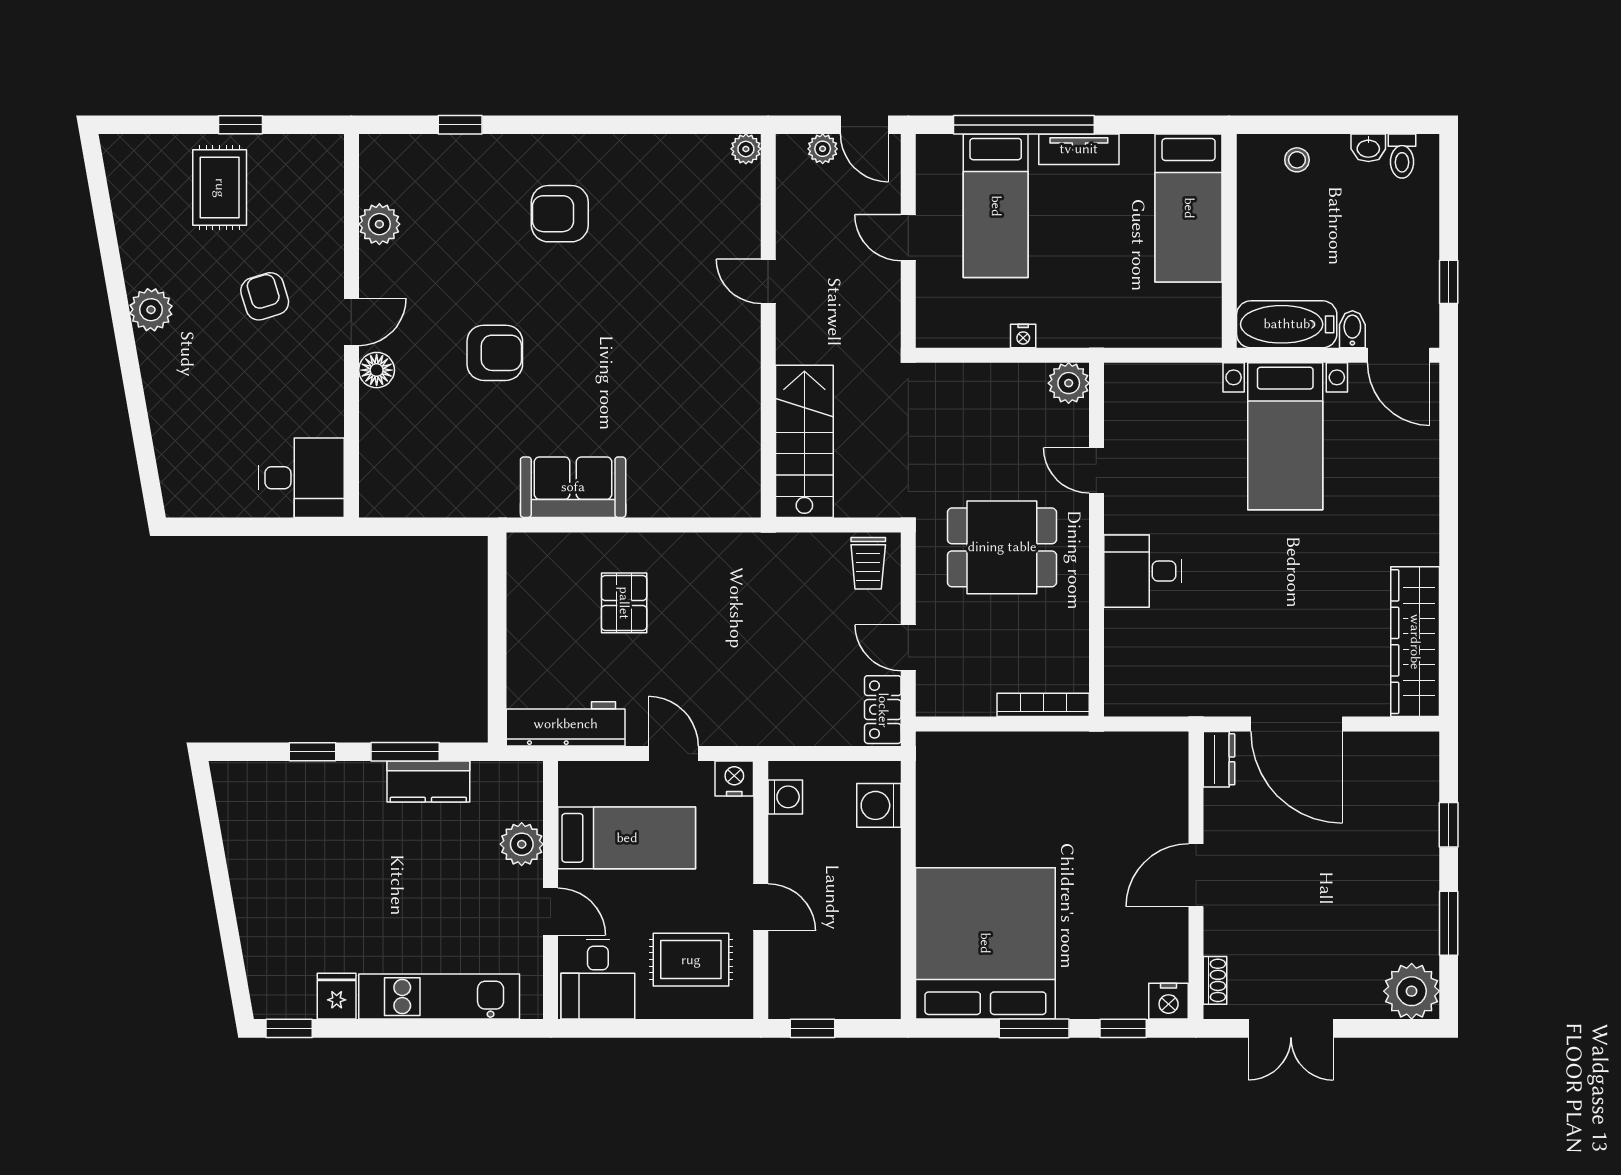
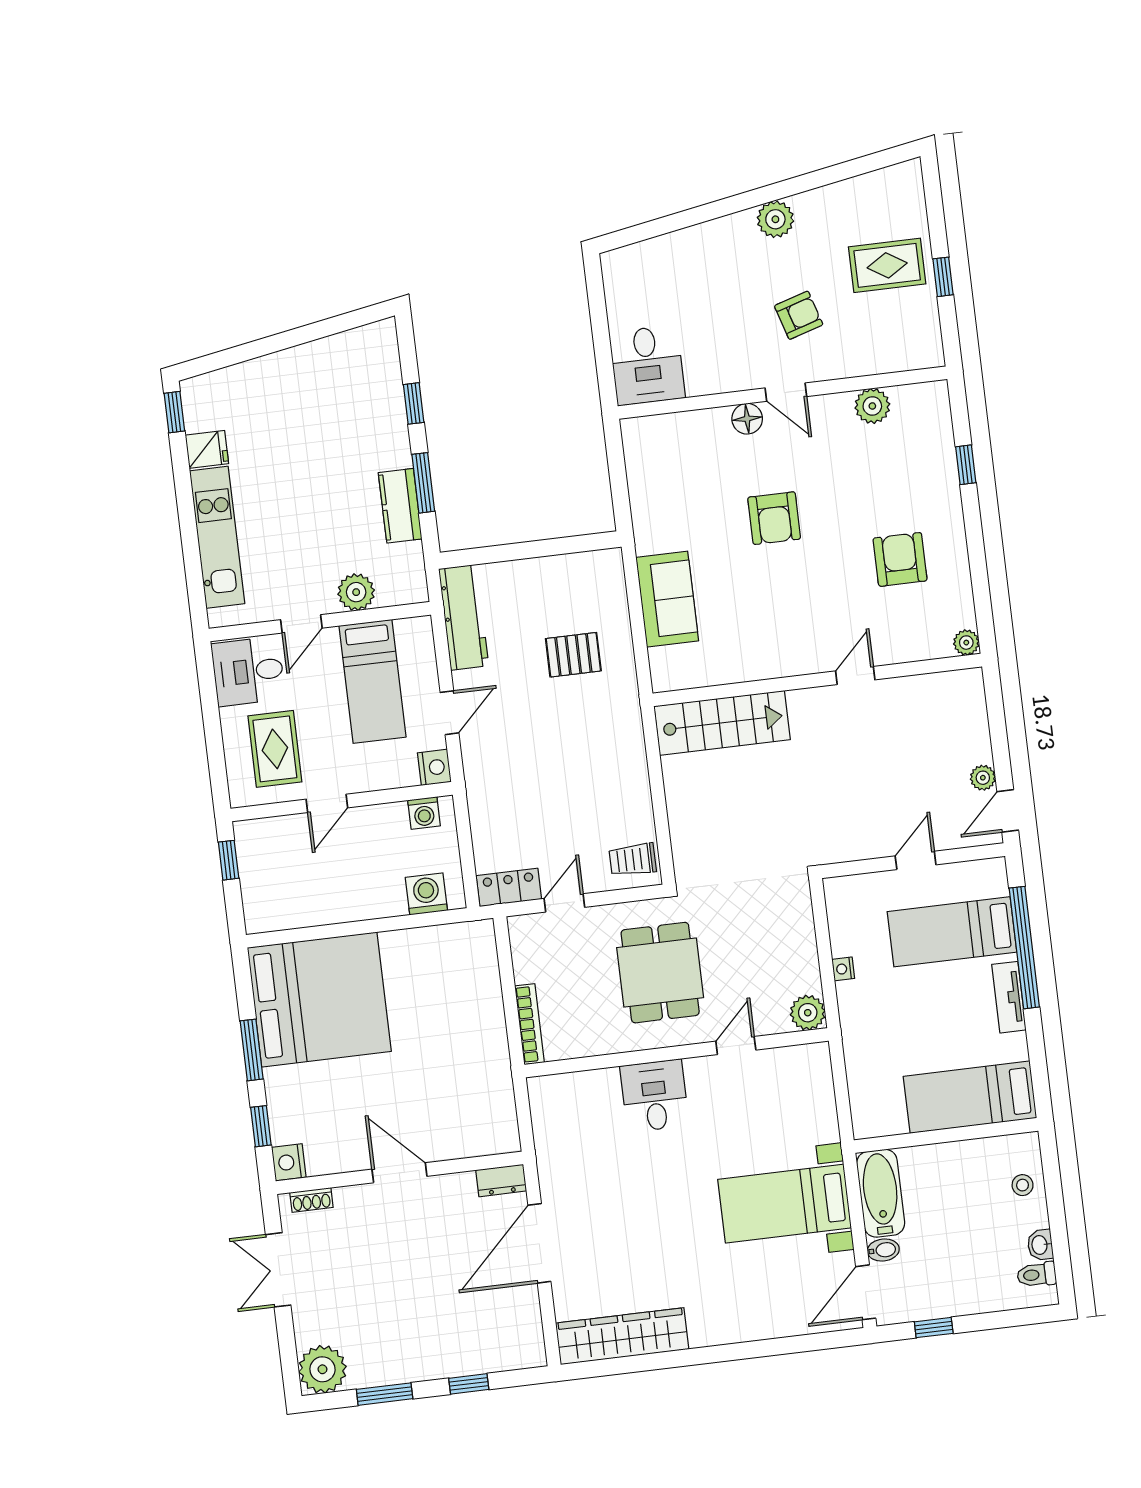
plant: (746, 149) -> (966, 643), moved
door: (768, 281) -> (855, 675), moved
wall: (768, 326) -> (817, 680), moved
stairs: (804, 441) -> (722, 723), moved

